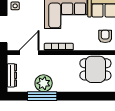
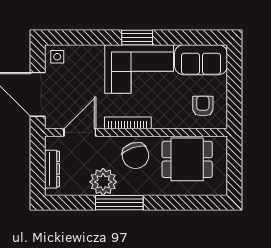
chair: (64, 67) -> (136, 155), added
window: (42, 96) -> (119, 203), moved

